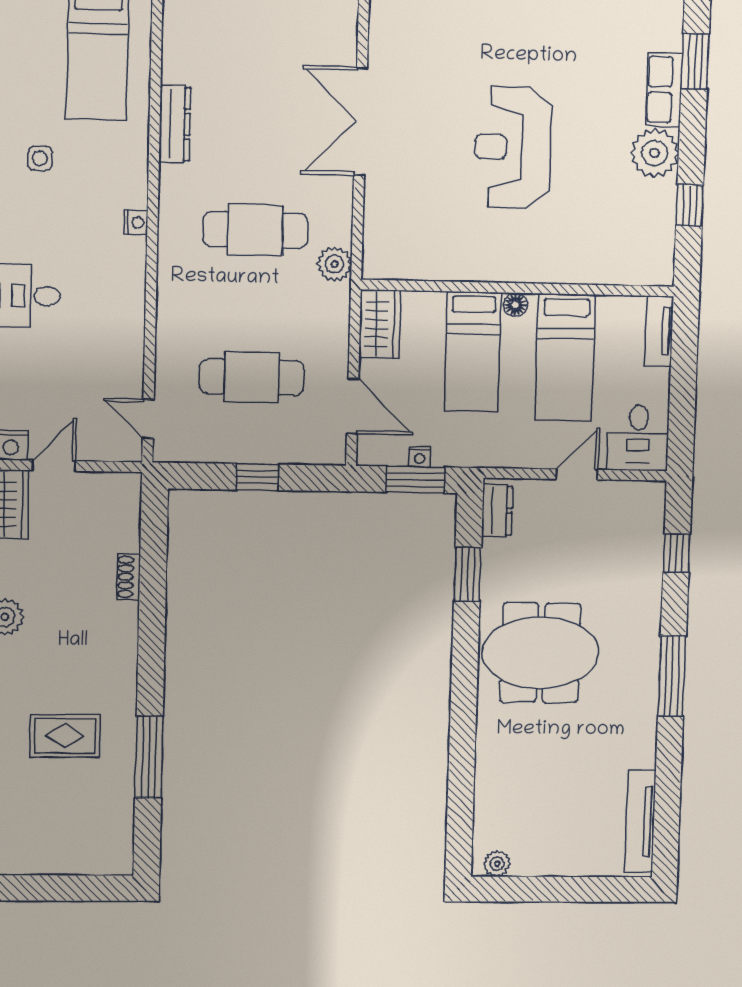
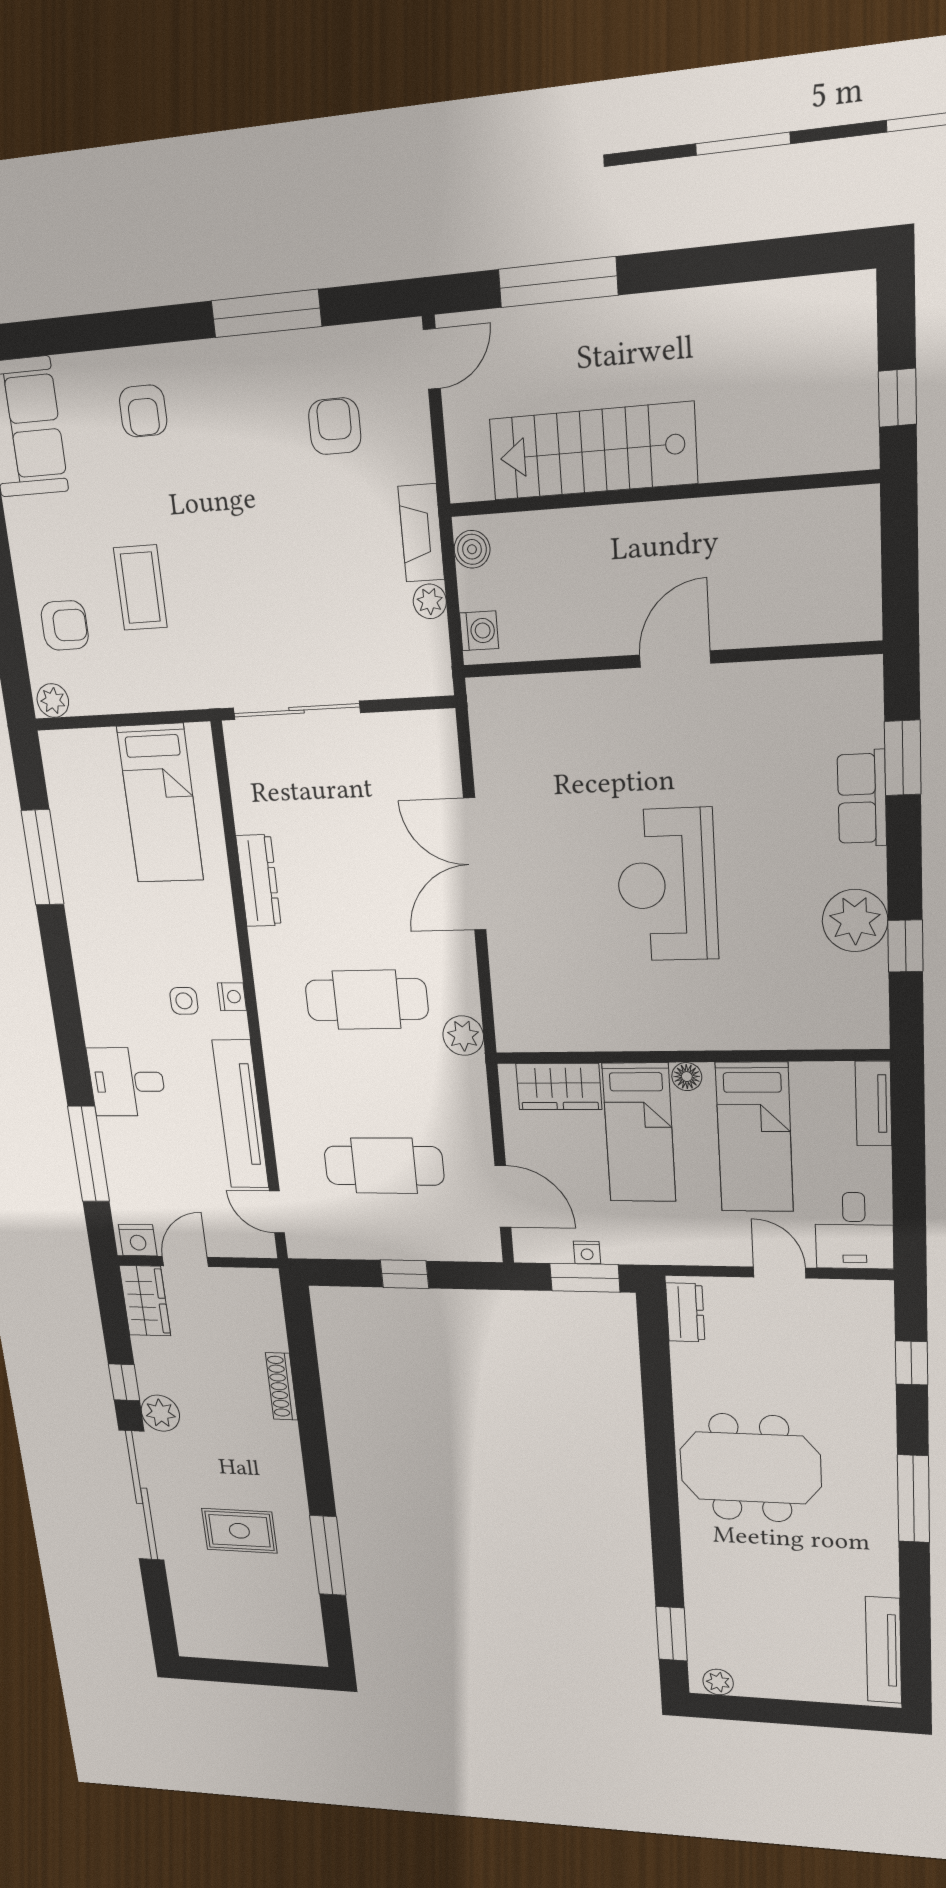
plant: (655, 153) -> (855, 920), moved
side table: (40, 158) -> (184, 1001), moved
wardrobe: (380, 324) -> (559, 1087), moved, turned 90
tv unit: (128, 328) -> (241, 1114), added
door: (577, 474) -> (780, 1273), hinge flipped
window: (468, 574) -> (672, 1634), moved
shoe rack: (128, 577) -> (282, 1386), width x1.43

